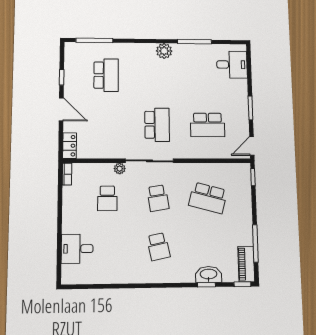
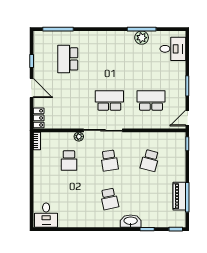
plant: (164, 51) -> (142, 38), moved
school desk: (106, 75) -> (68, 59), turned 180
school desk: (157, 125) -> (109, 100), turned -90
school desk: (208, 125) -> (151, 100), turned 180
school desk: (208, 198) -> (150, 160), width x0.54
desk: (77, 249) -> (46, 215), moved, turned -90
piano: (246, 264) -> (179, 196), moved
washbasin: (209, 274) -> (131, 221), moved

